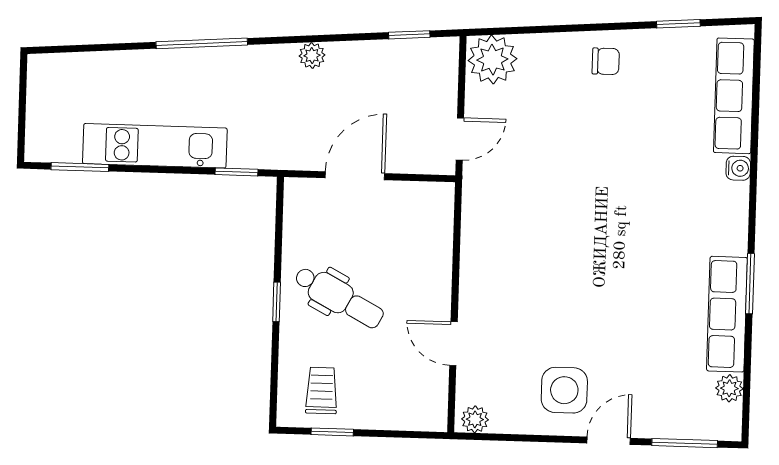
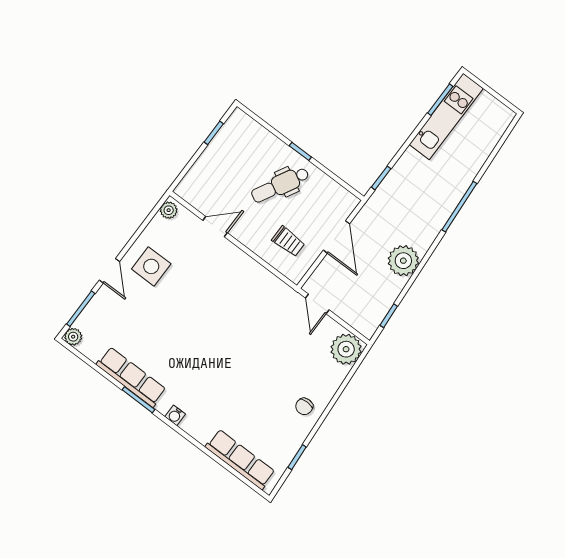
plant: (312, 55) -> (403, 261), width x1.88, depth x1.88
kitchen unit: (155, 146) -> (446, 116), moved
water cooler: (738, 168) -> (175, 415), moved
plant: (729, 388) -> (73, 337), moved
trolley: (321, 391) -> (288, 241), moved

